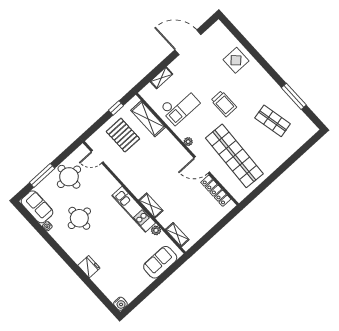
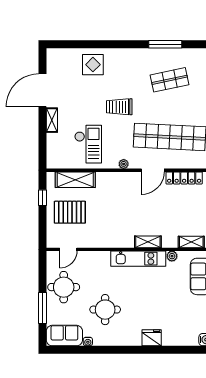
shelving: (161, 78) -> (52, 120), moved
trolley: (224, 104) -> (119, 107), turned 180

